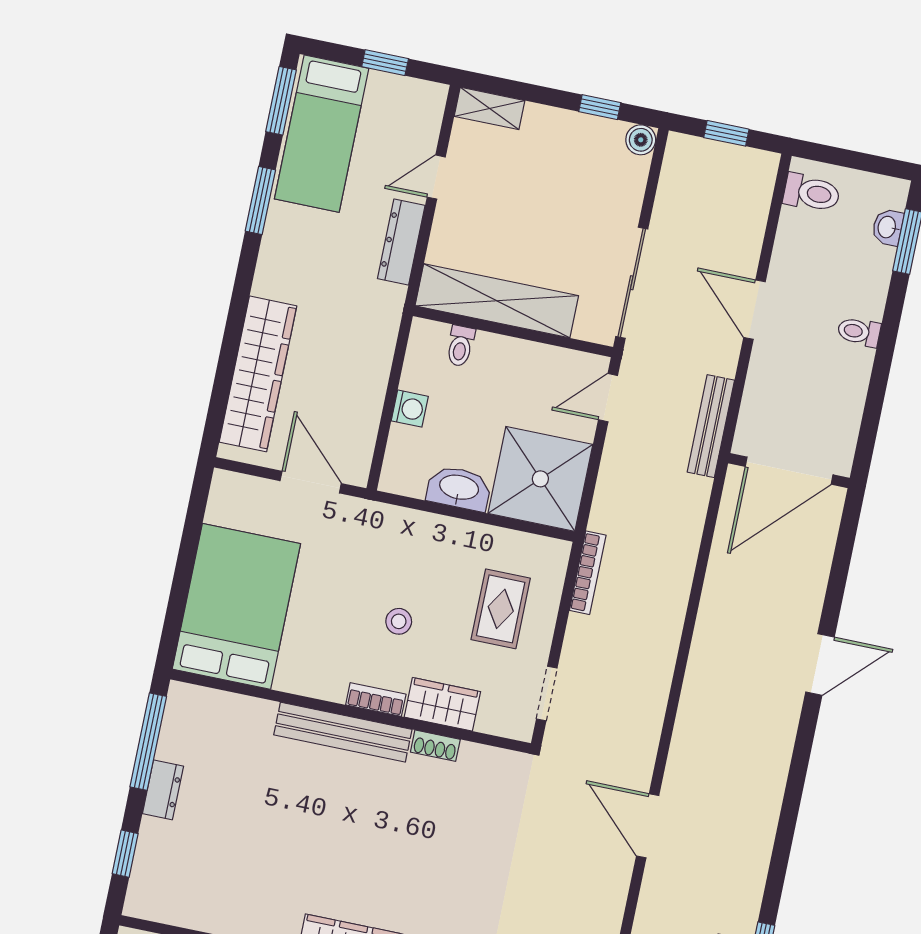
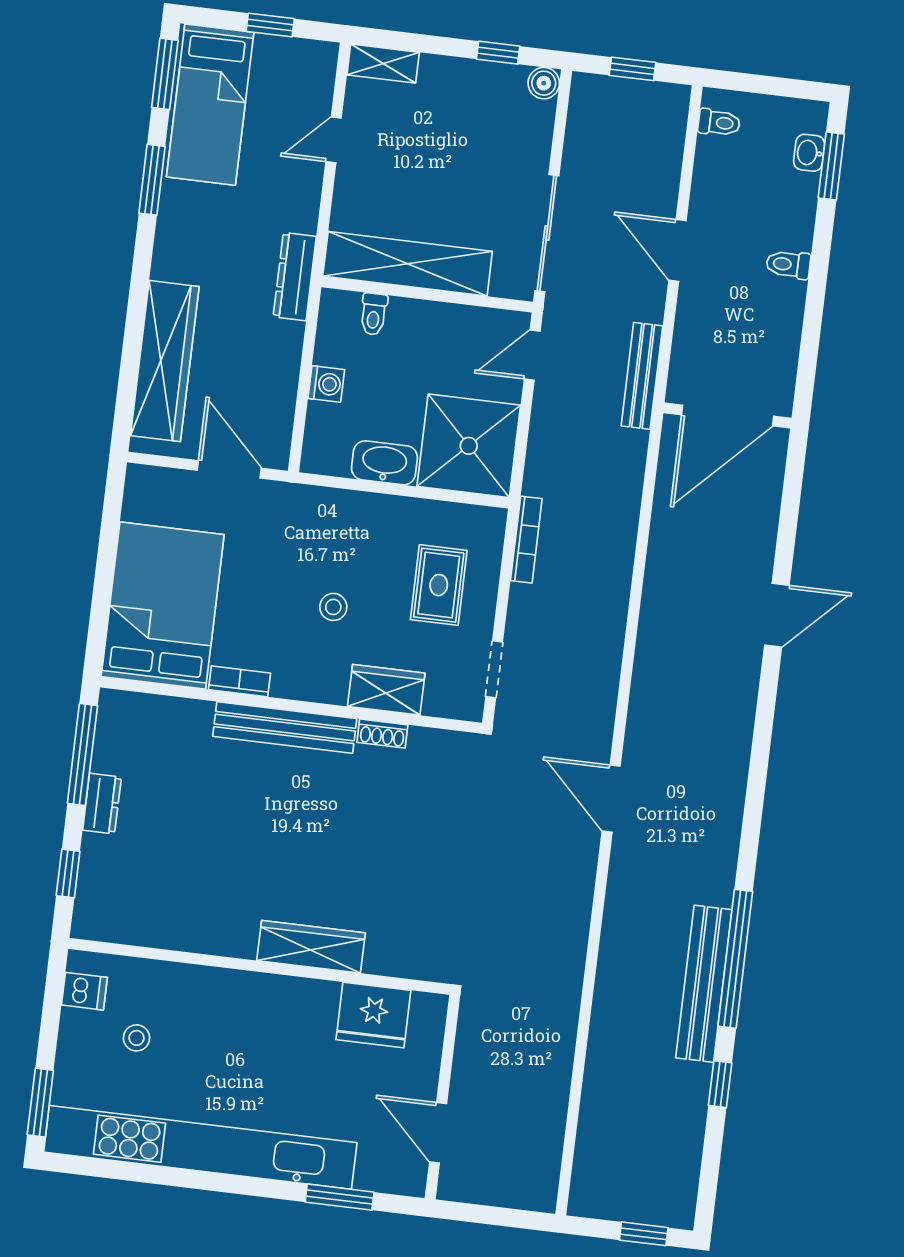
toilet: (812, 193) -> (719, 123), width x0.73, depth x0.72
dresser: (401, 242) -> (295, 277), moved
bookcase: (376, 700) -> (240, 681), moved

